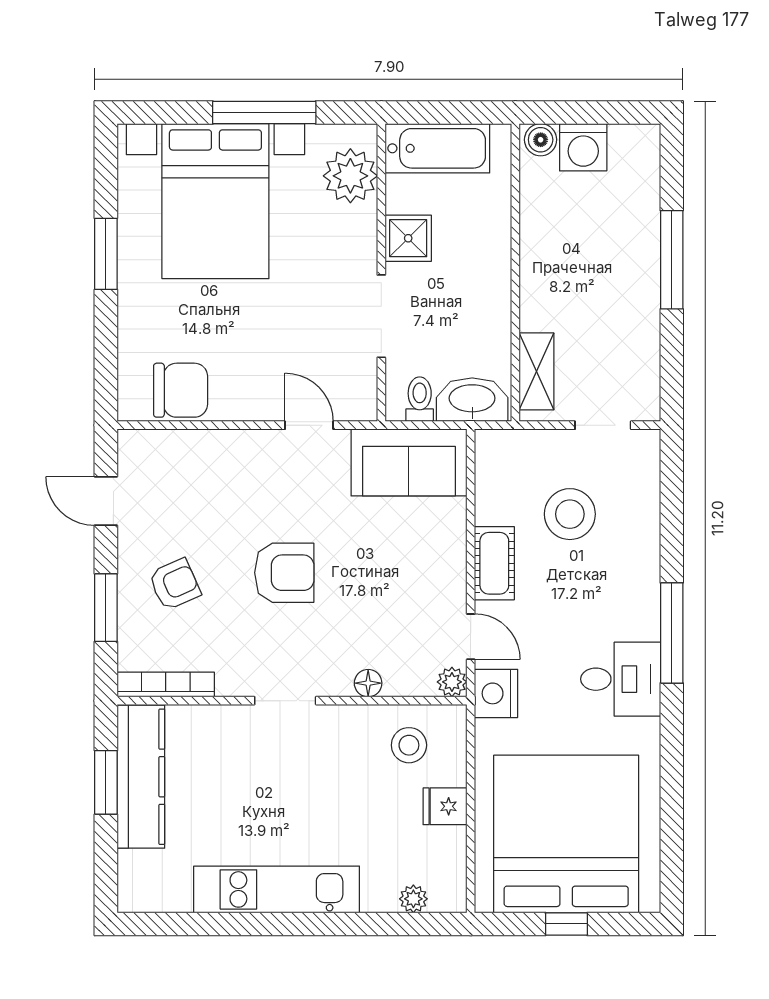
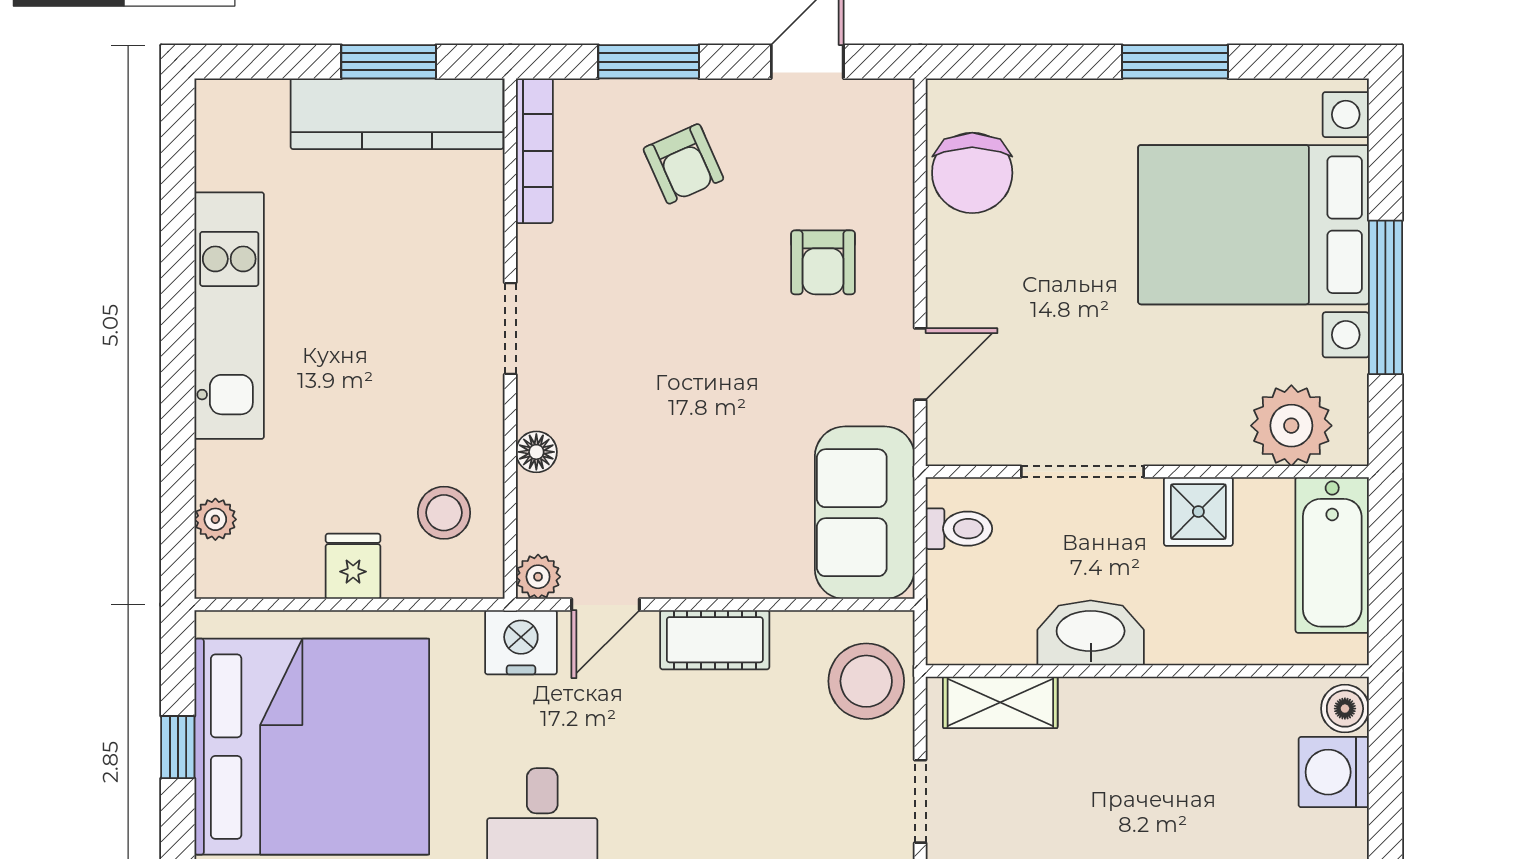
washbasin: (472, 400) -> (1091, 633), moved, turned -90
stool: (570, 514) -> (866, 681), moved
armchair: (284, 573) -> (823, 262), moved, width x0.72, depth x0.72

